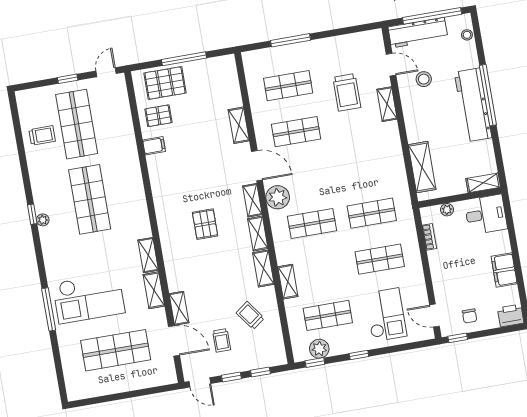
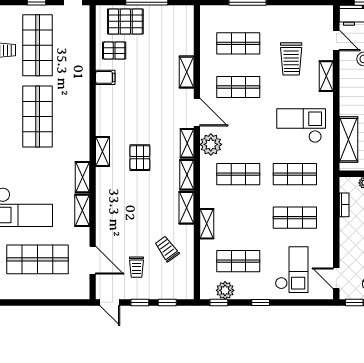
checkout: (369, 161) -> (301, 126), added
shelving: (179, 308) -> (102, 152), moved

